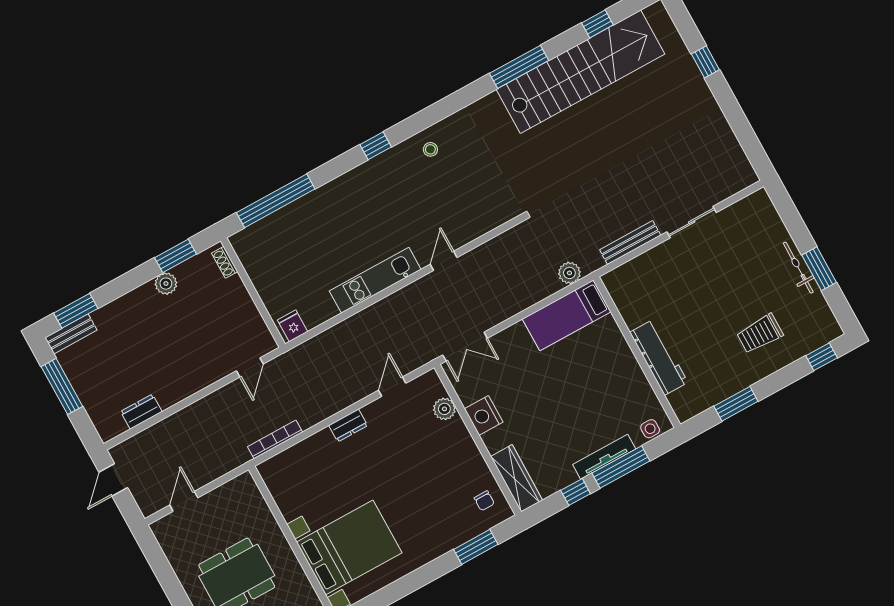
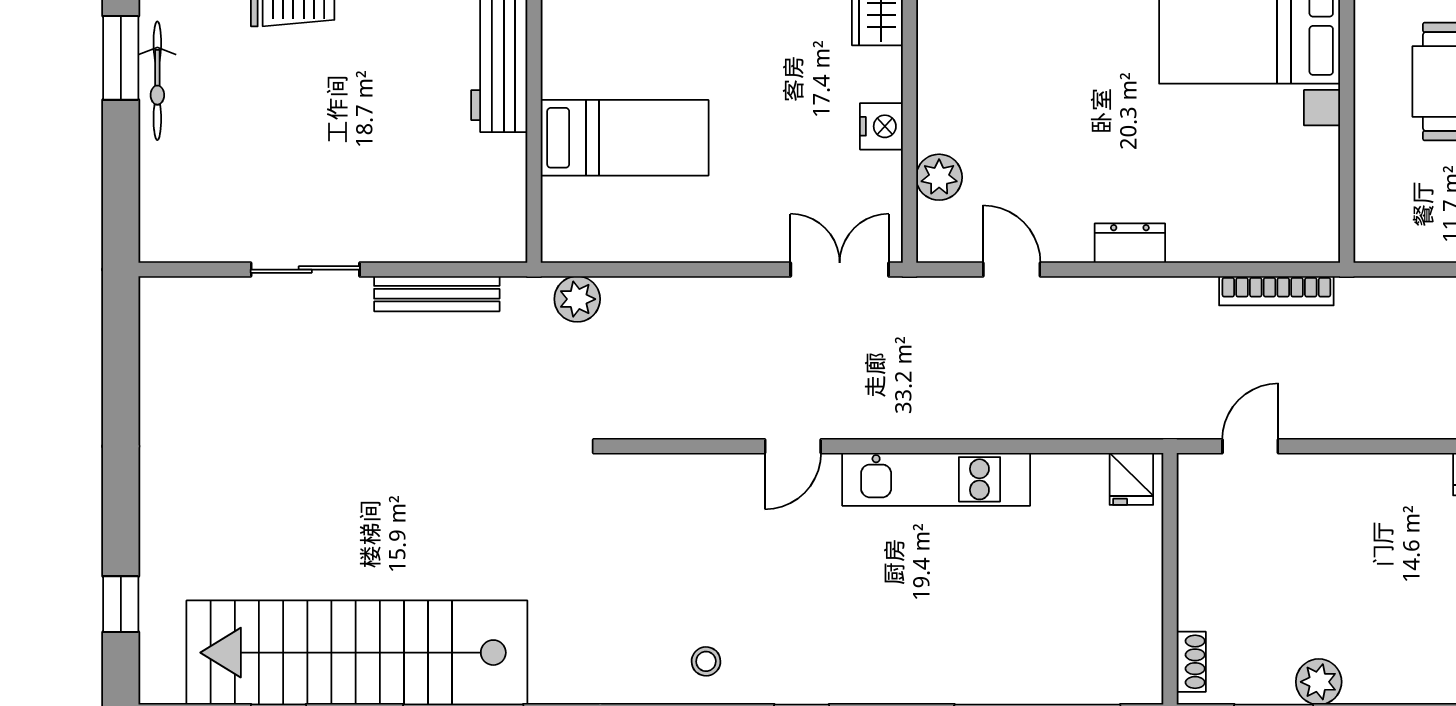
window: (705, 62) -> (121, 604), moved
bed: (567, 315) -> (625, 138), moved
door: (392, 387) -> (1012, 270), swing flipped
nightstand: (484, 415) -> (881, 126), width x0.74, depth x0.75

